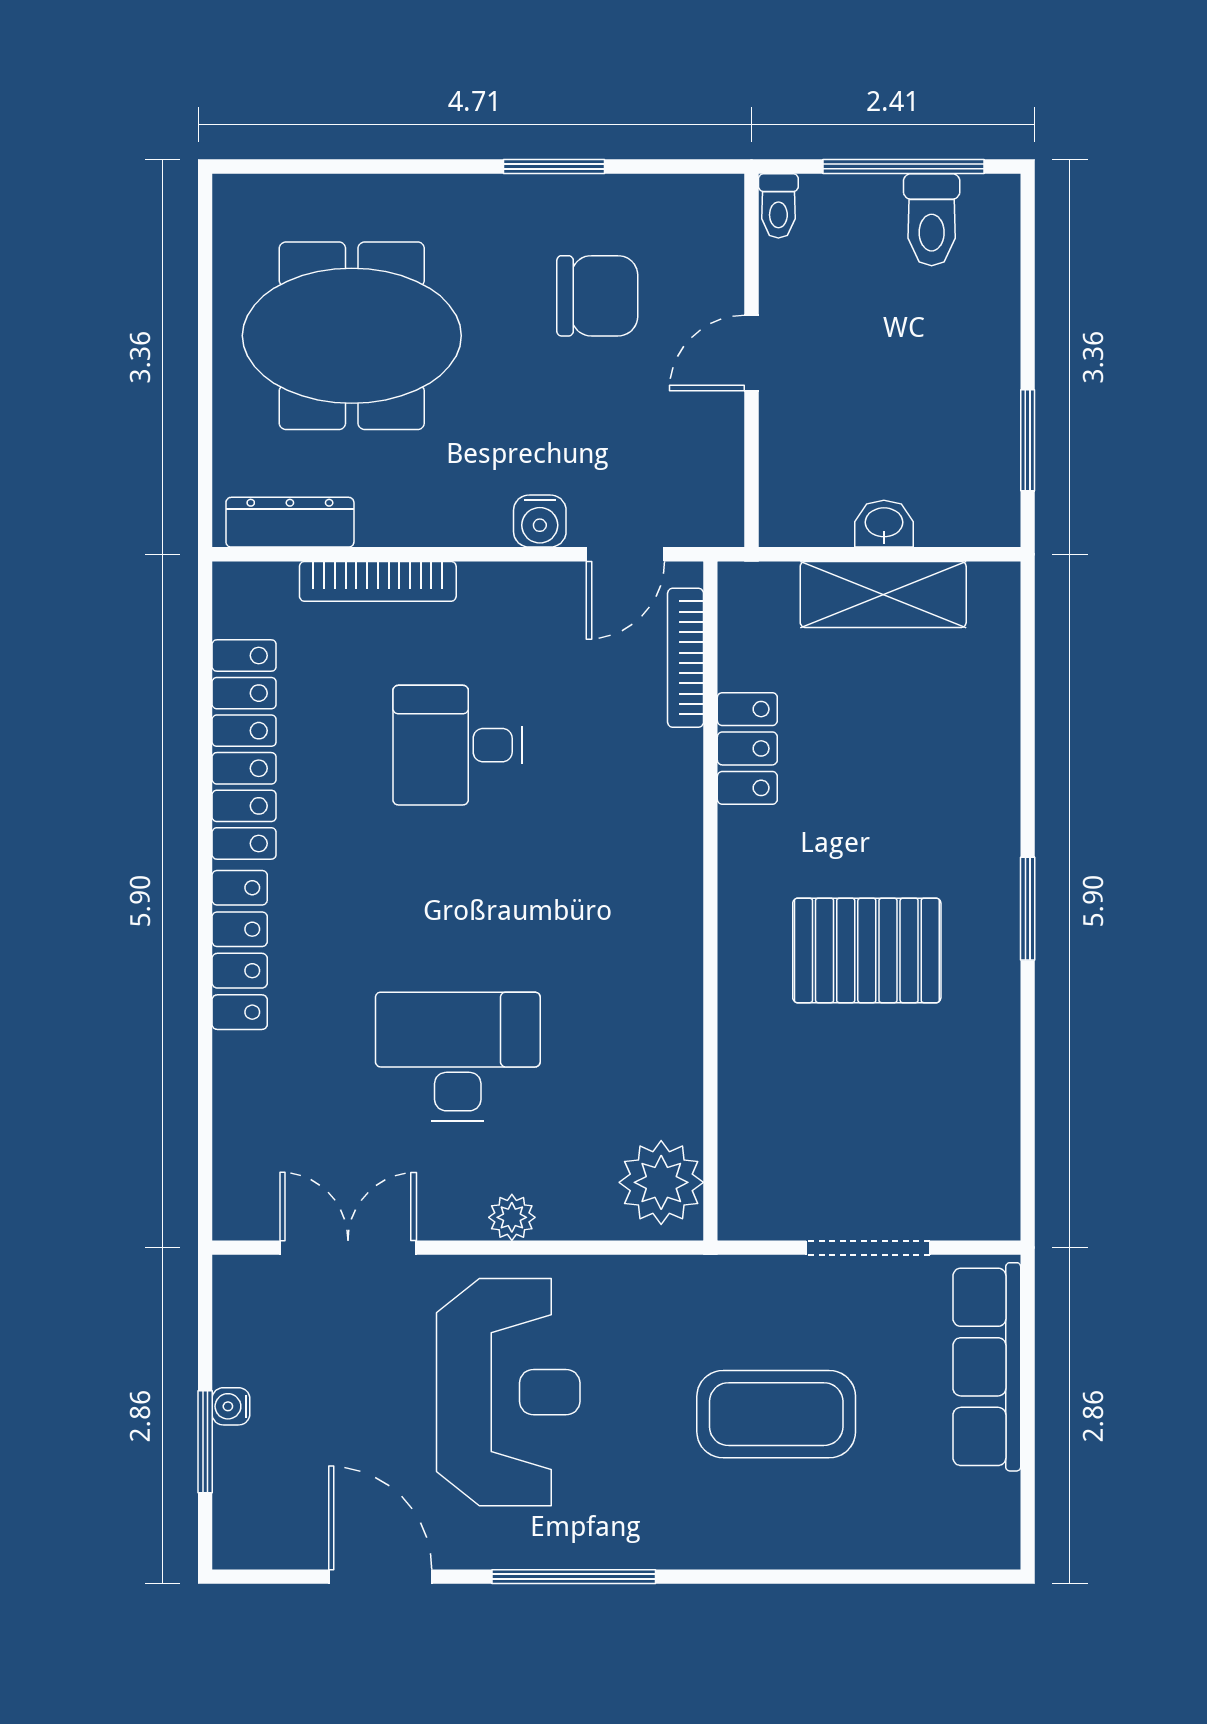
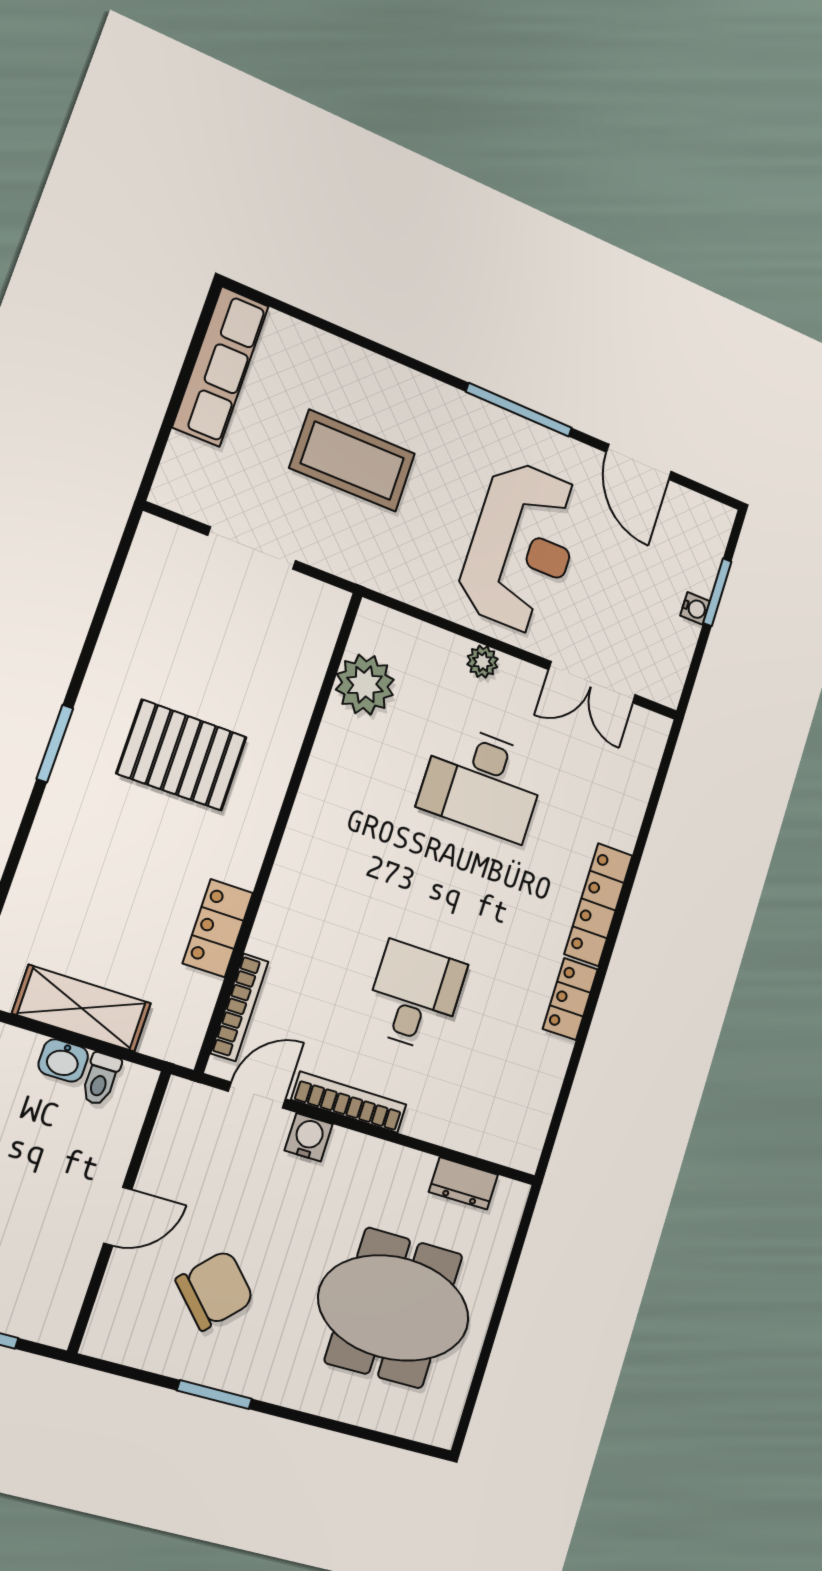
toilet: (778, 206) -> (101, 1079), moved, turned 180
chair: (597, 296) -> (215, 1290), turned 135
dresser: (290, 522) -> (463, 1183), width x0.70
bookcase: (378, 581) -> (349, 1102), moved
desk: (458, 745) -> (415, 996), turned -90
locker: (244, 749) -> (570, 999), width x0.46, depth x0.83
plant: (661, 1182) -> (365, 685), moved
row of seats: (987, 1367) -> (221, 366), moved
reception desk: (508, 1392) -> (522, 547), turned 180

